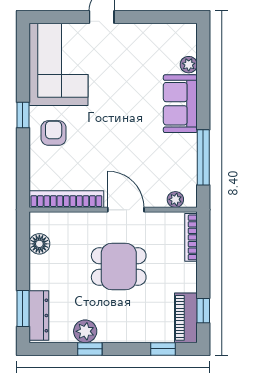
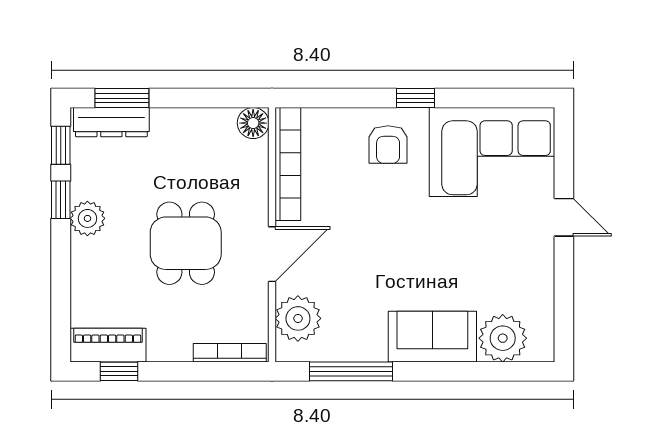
plant: (189, 65) -> (503, 338), width x1.87, depth x1.87
armchair: (54, 133) -> (388, 144), turned 90
plant: (175, 199) -> (298, 318), width x1.87, depth x1.87
floor lamp: (39, 244) -> (253, 123), moved
plant: (85, 331) -> (87, 218), moved
window: (163, 349) -> (61, 145), moved

